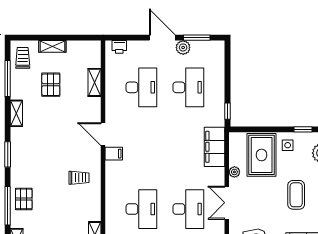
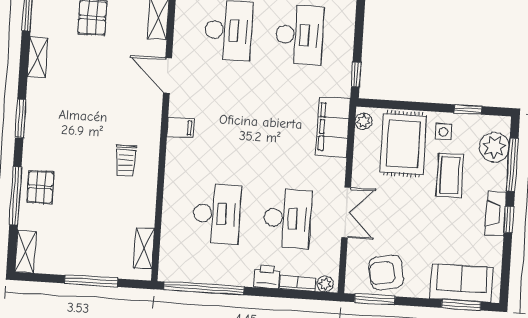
door: (103, 134) -> (167, 75), moved
plant: (234, 172) -> (363, 121), moved
trolley: (79, 178) -> (126, 161), turned 90
coffee table: (296, 195) -> (450, 175), moved
double door: (227, 203) -> (346, 213), swing flipped

